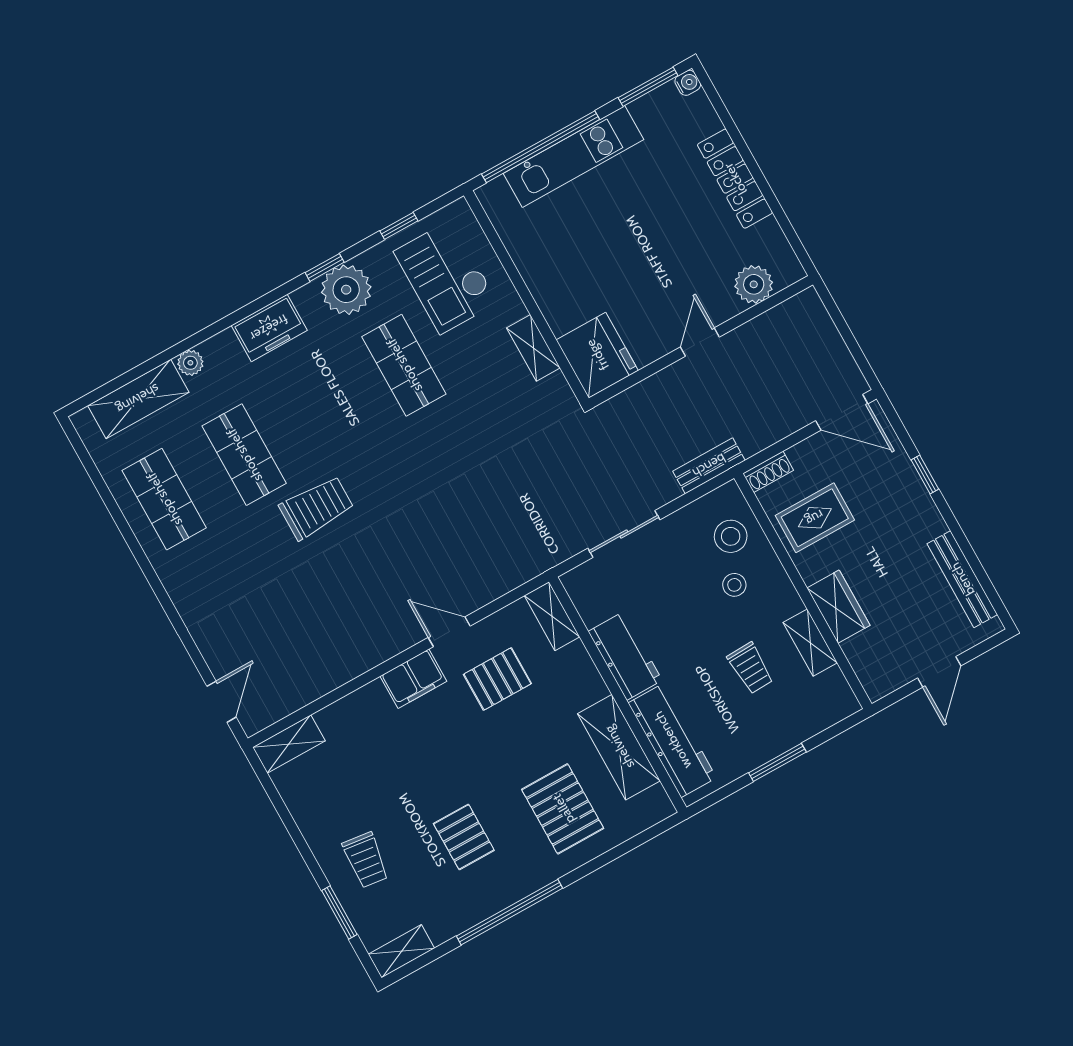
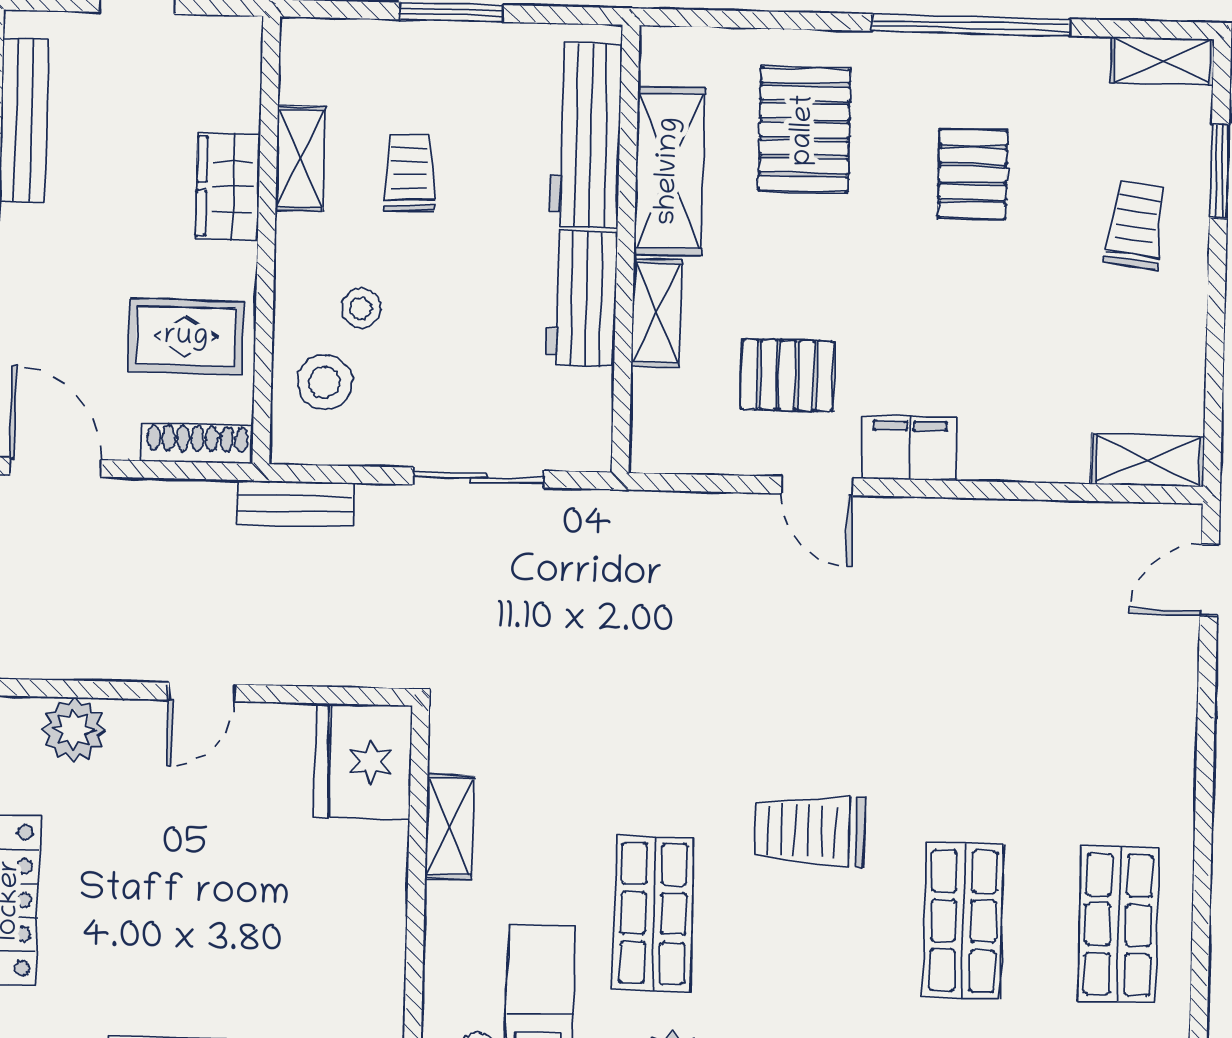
shoe rack: (768, 472) -> (197, 444), width x1.43
trolley: (316, 508) -> (810, 831), moved
shelving: (552, 616) -> (656, 313), moved

